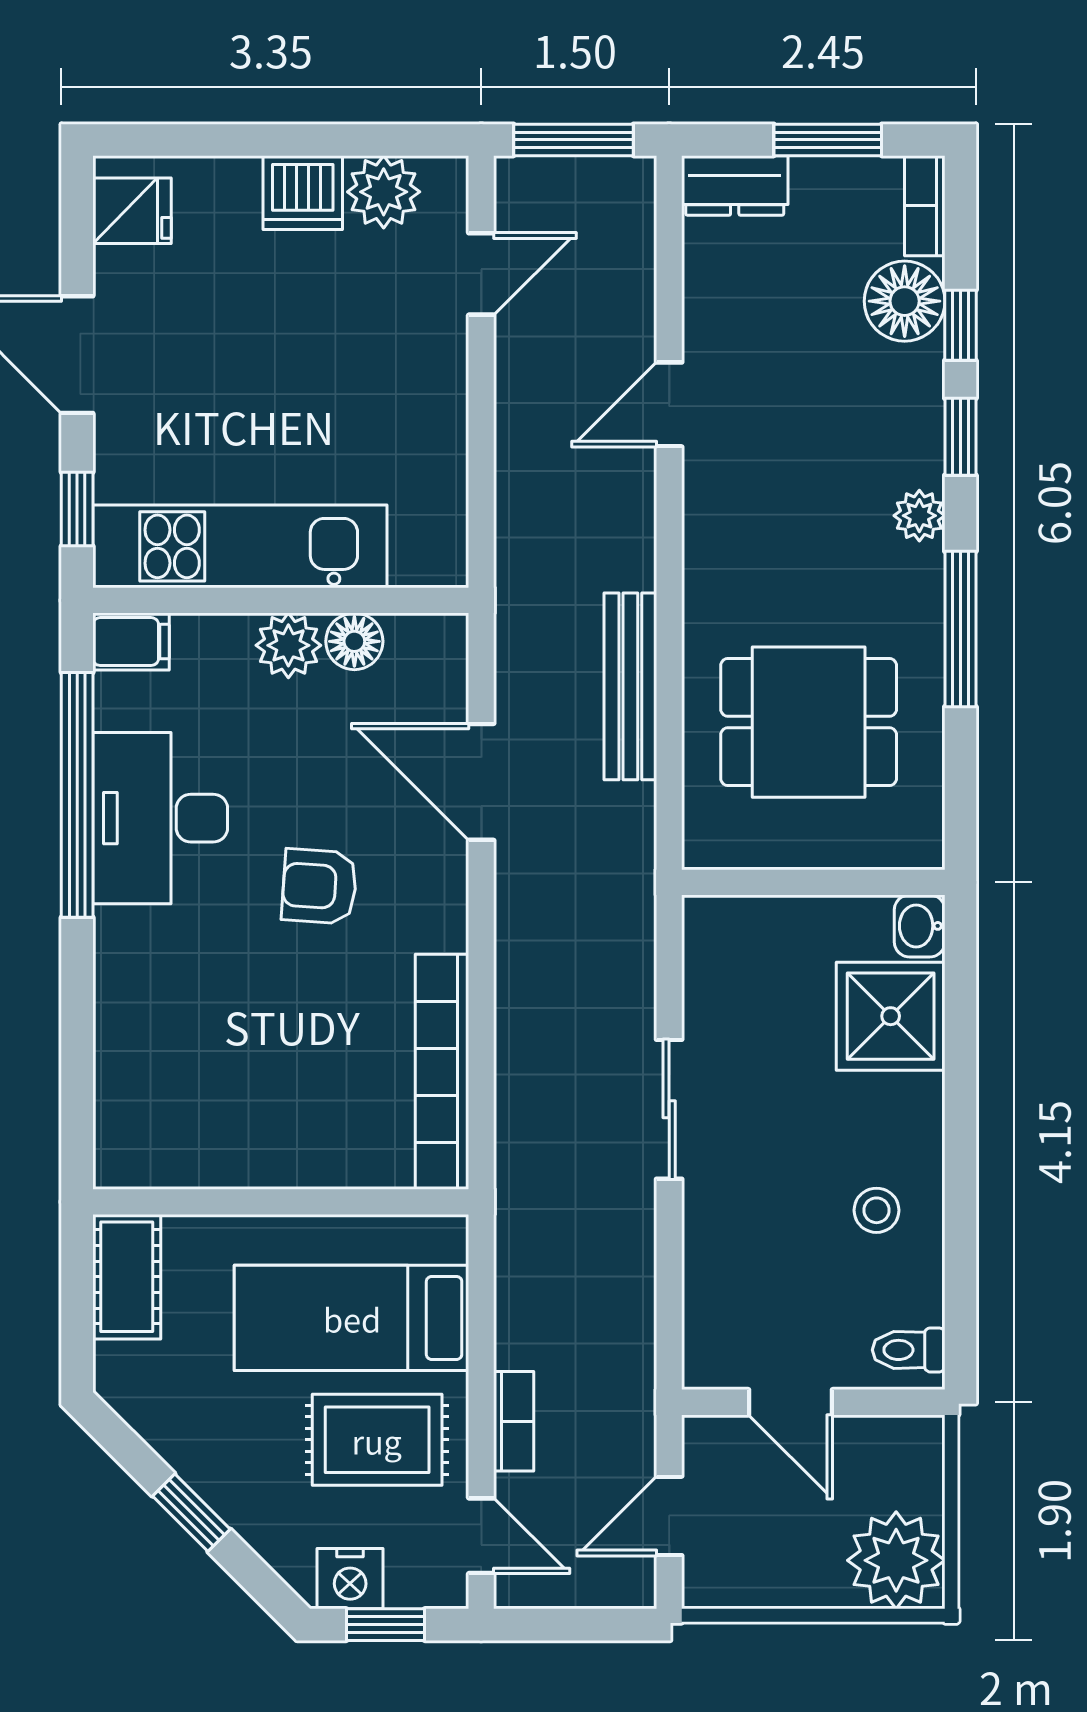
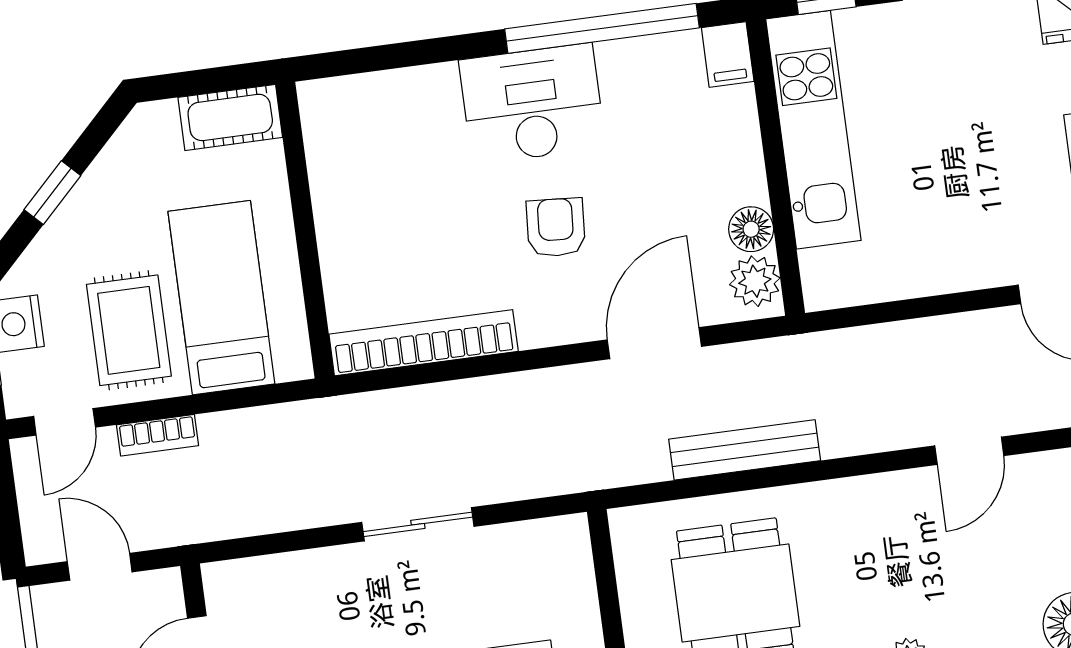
door: (669, 404) -> (969, 451), swing flipped
plant: (288, 645) -> (755, 281), moved
desk: (160, 818) -> (532, 104), moved

